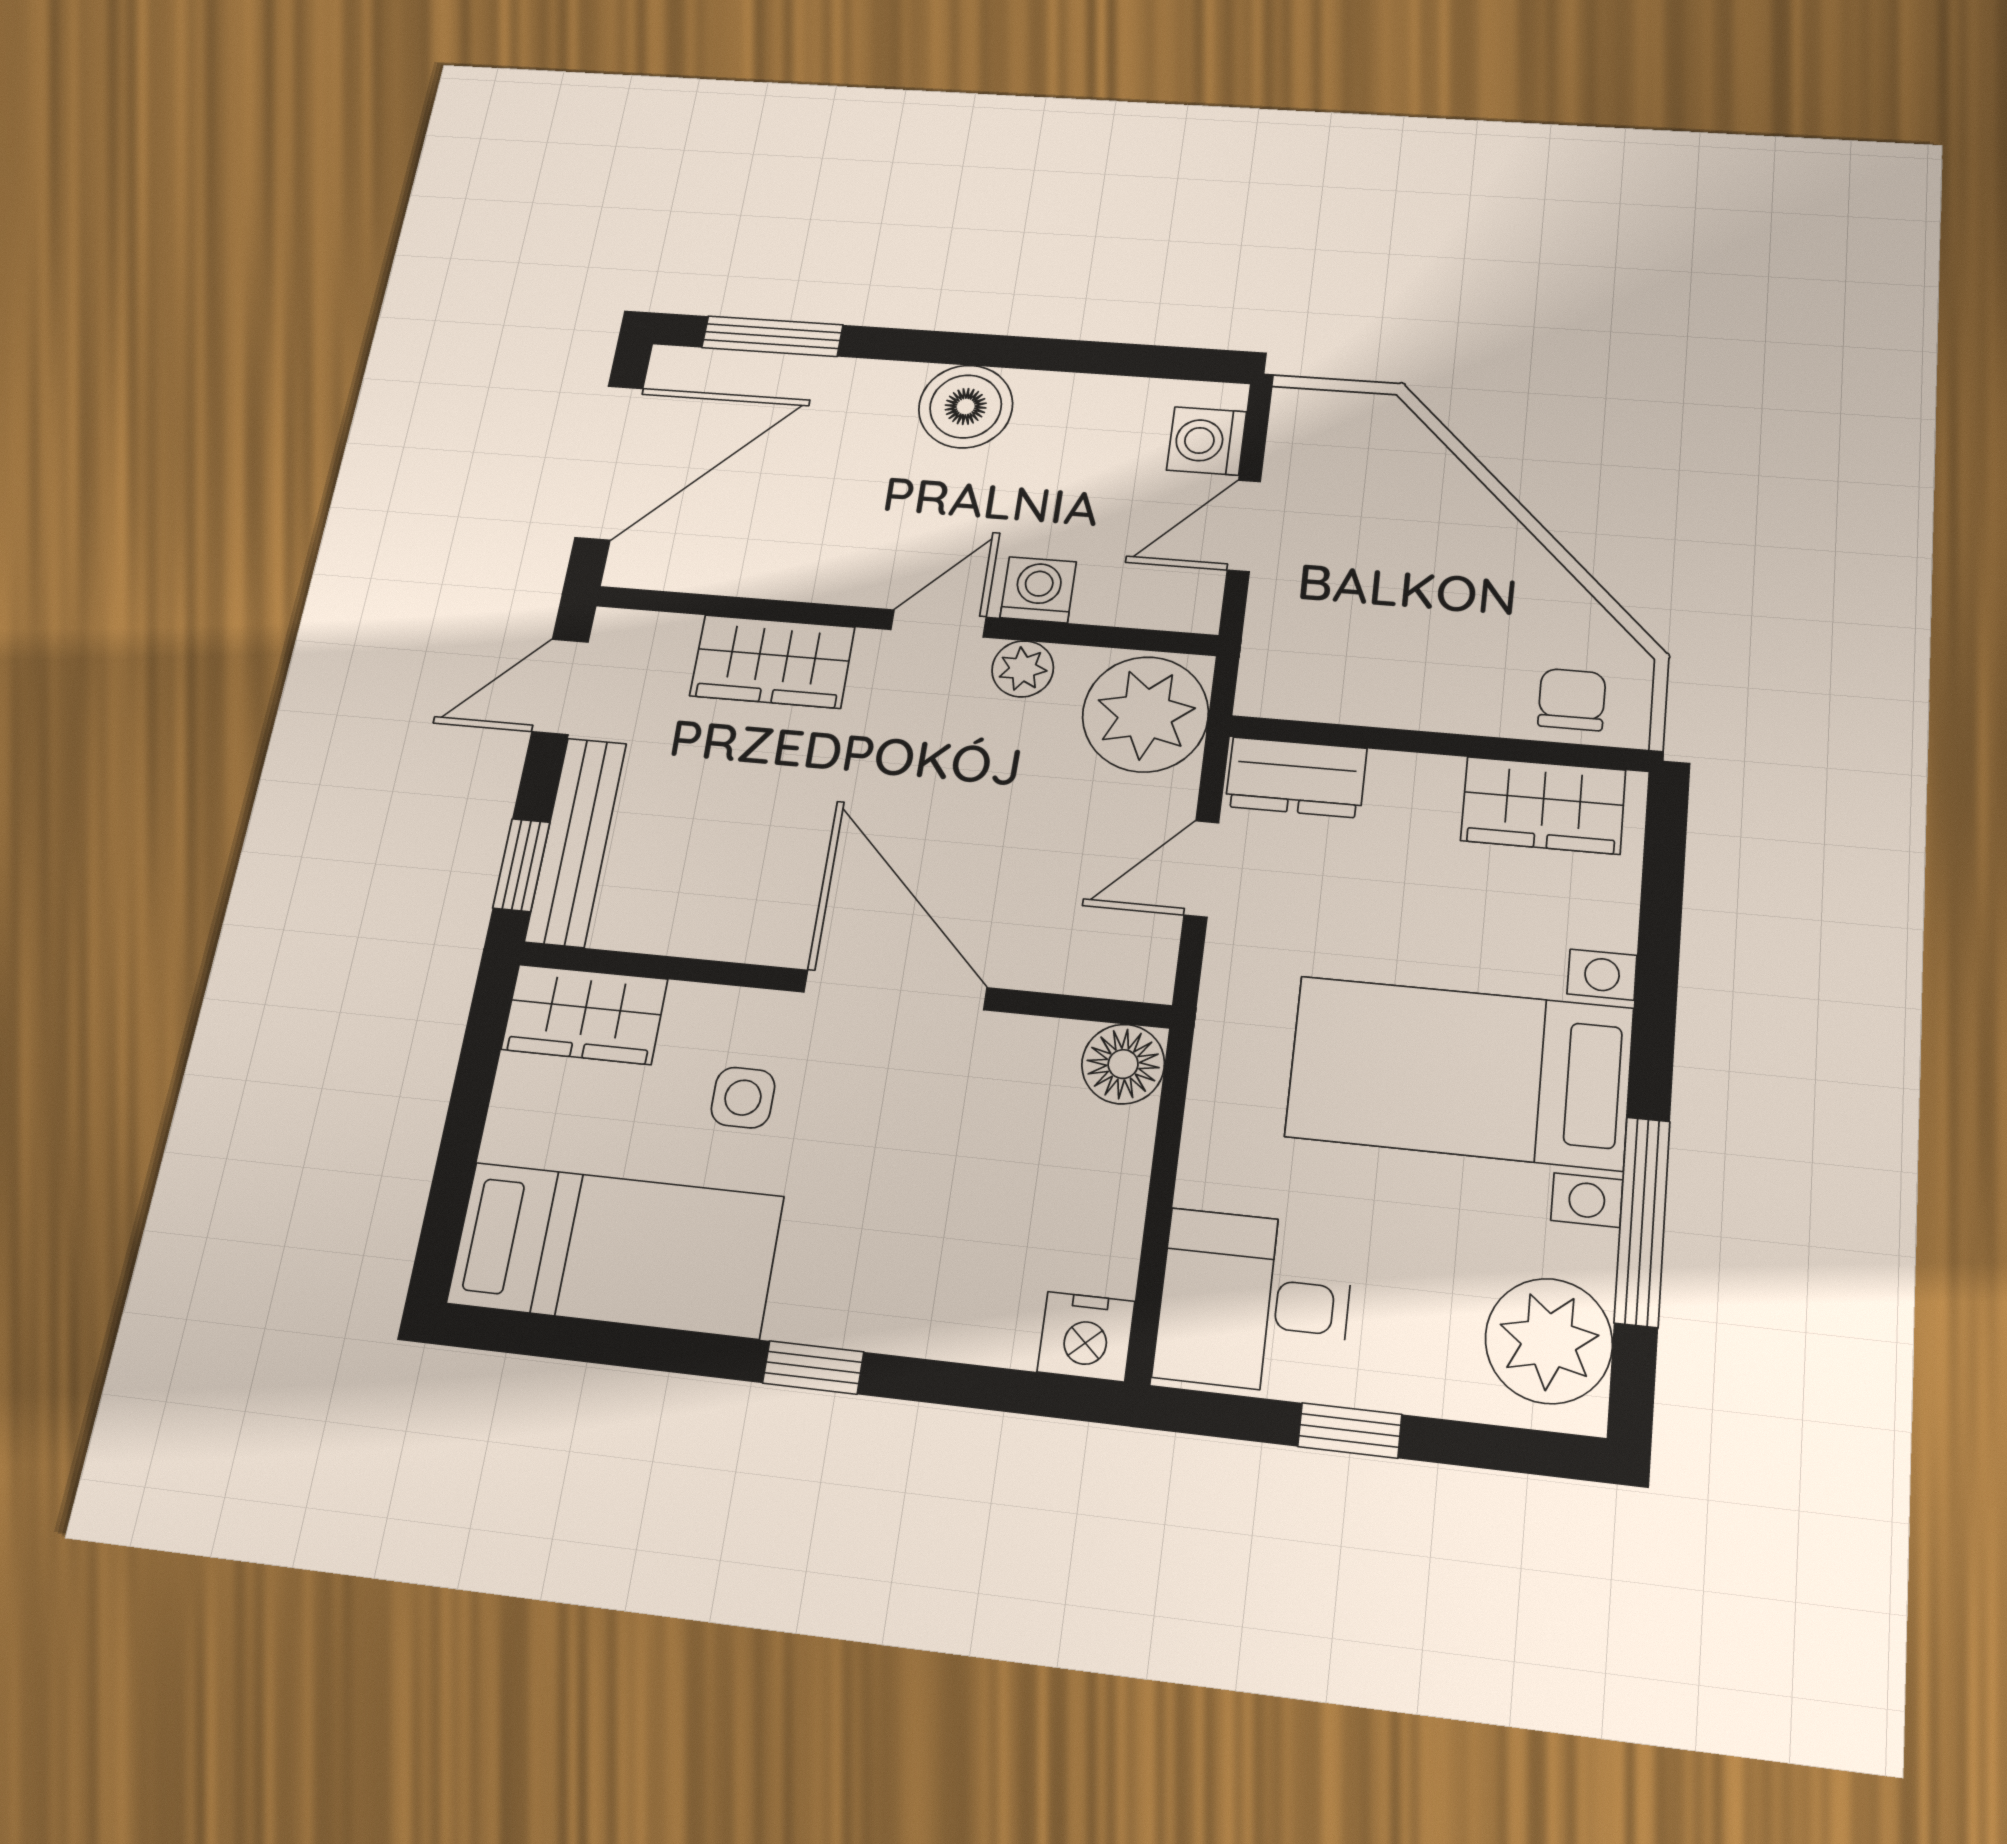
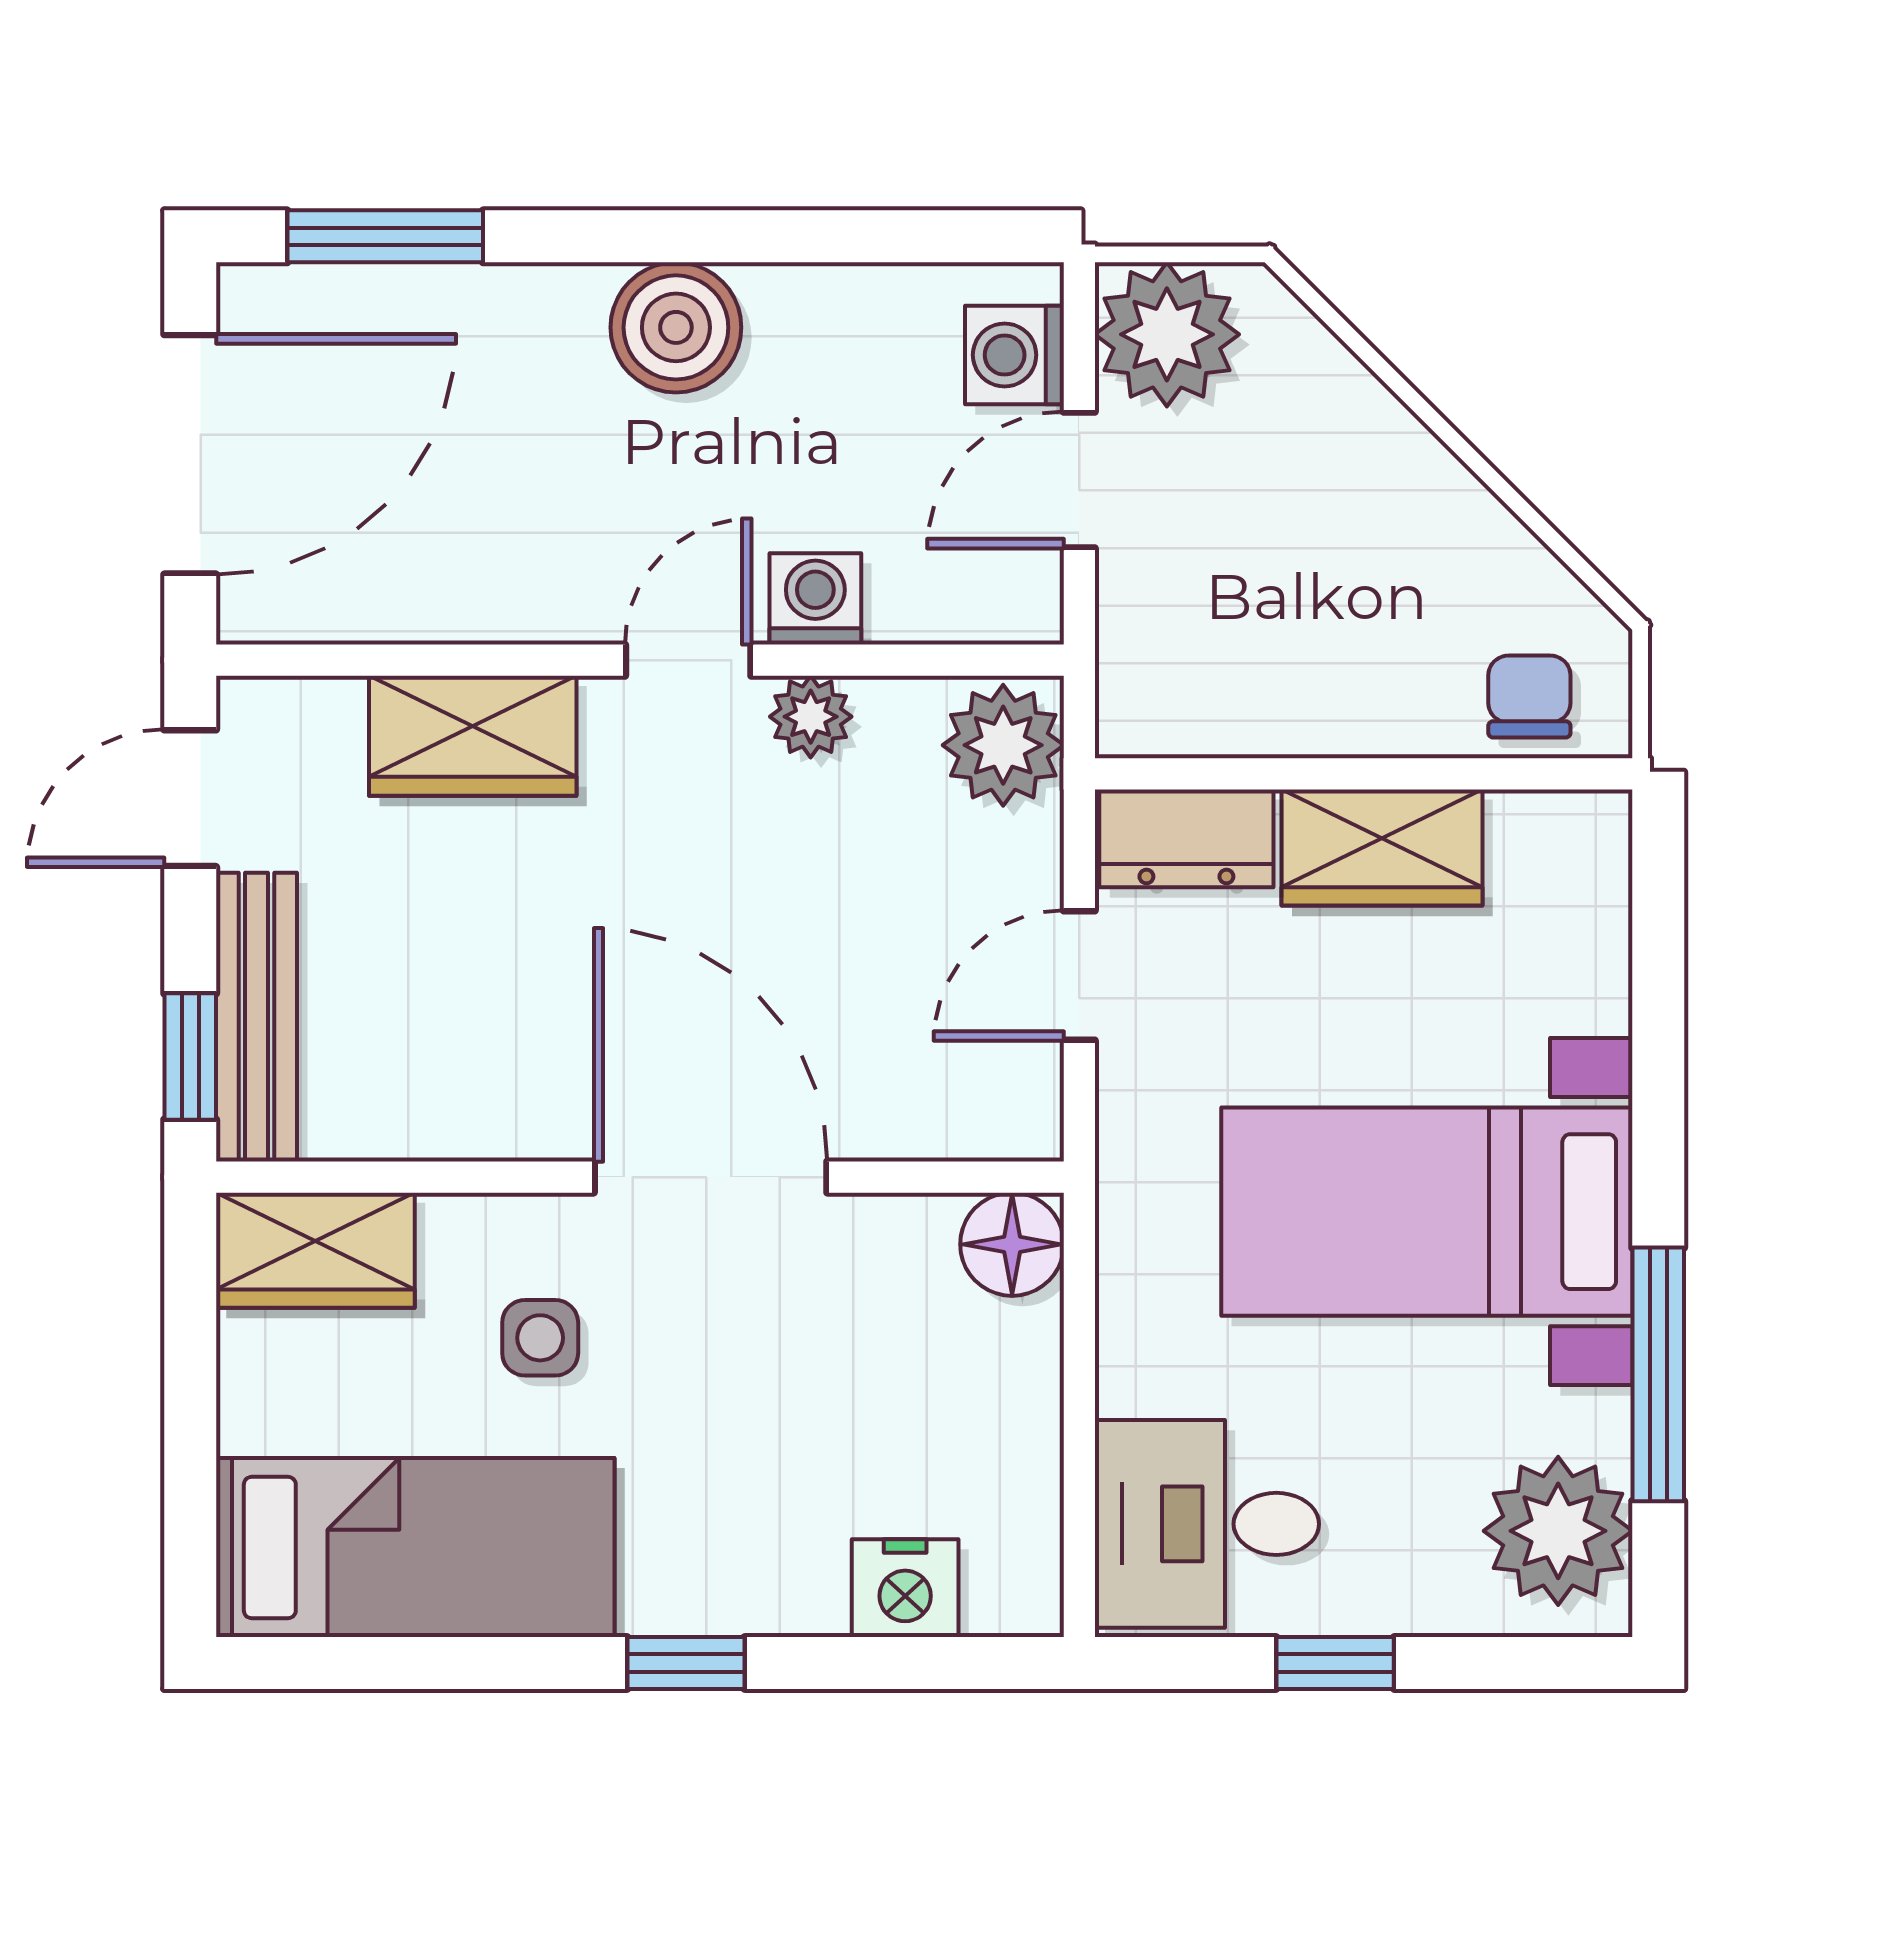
plant: (1320, 435) -> (1167, 334), added
plant: (1145, 714) -> (1003, 745), width x0.73, depth x0.73
wardrobe: (1543, 805) -> (1382, 848), moved
nightstand: (1086, 1337) -> (905, 1588), moved

